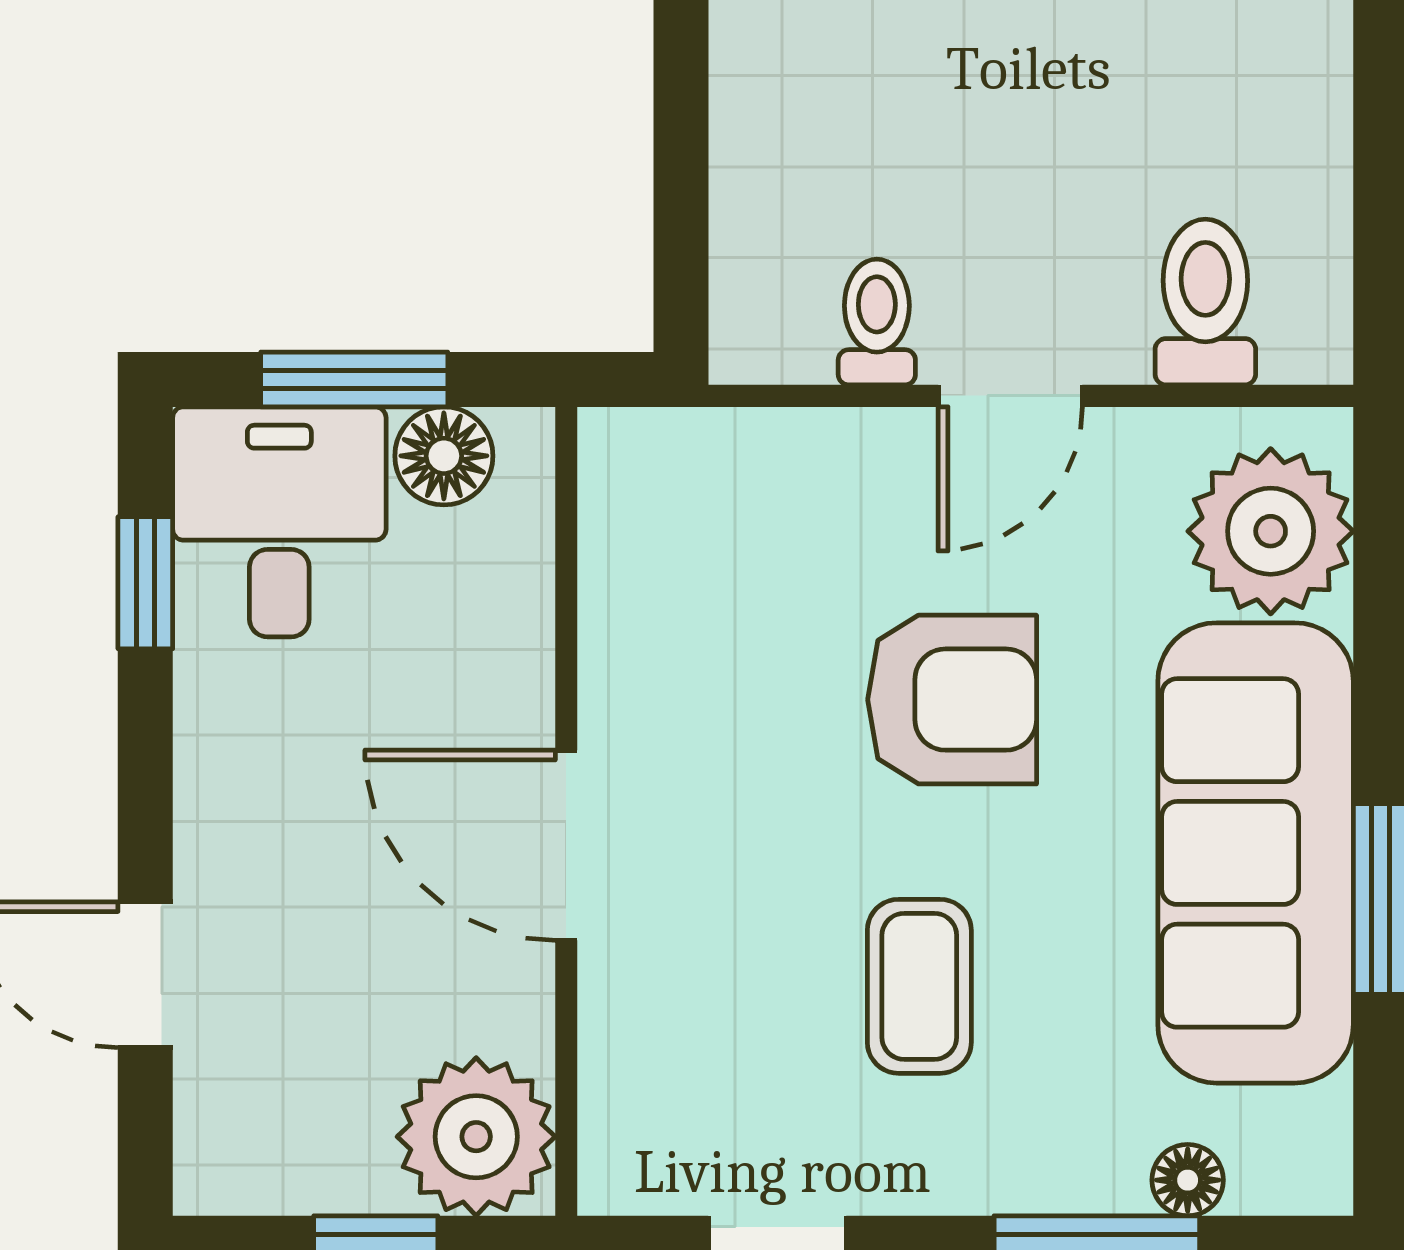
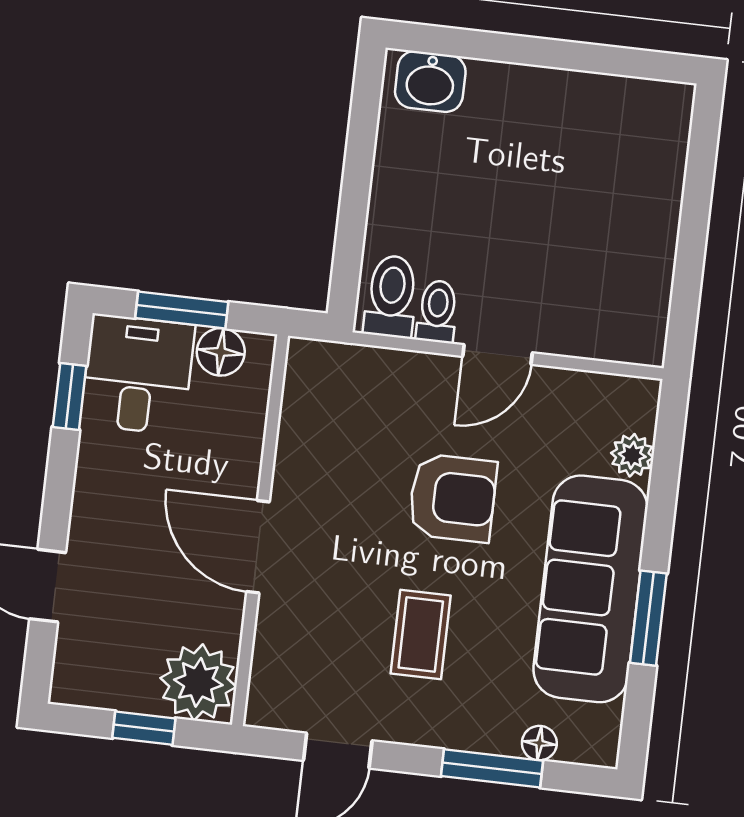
toilet: (1205, 302) -> (391, 296), moved
plant: (1271, 531) -> (632, 455), width x0.53, depth x0.53

